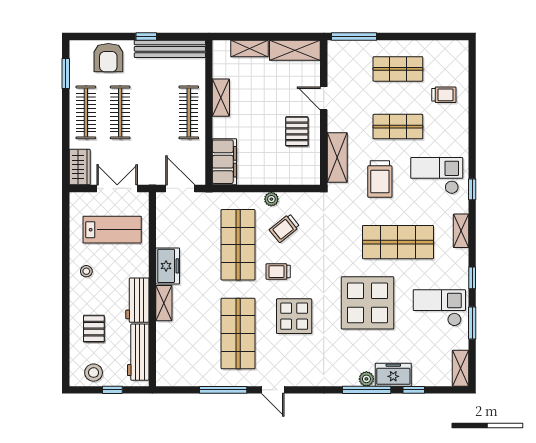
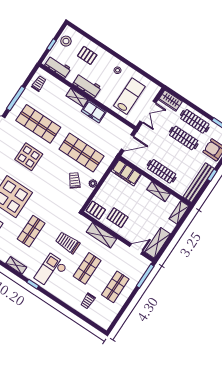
shelving: (250, 48) -> (179, 212), moved
door: (324, 98) -> (136, 249), moved
shelving: (337, 158) -> (101, 235), moved
pallet: (307, 170) -> (96, 210), added
checkout: (437, 176) -> (51, 271), turned 180
lab bench: (112, 230) -> (129, 96), turned 180
shop shelf: (398, 242) -> (31, 231), width x0.70, depth x0.74
trolley: (278, 272) -> (39, 83), moved
workbench: (138, 352) -> (58, 67), width x0.73

